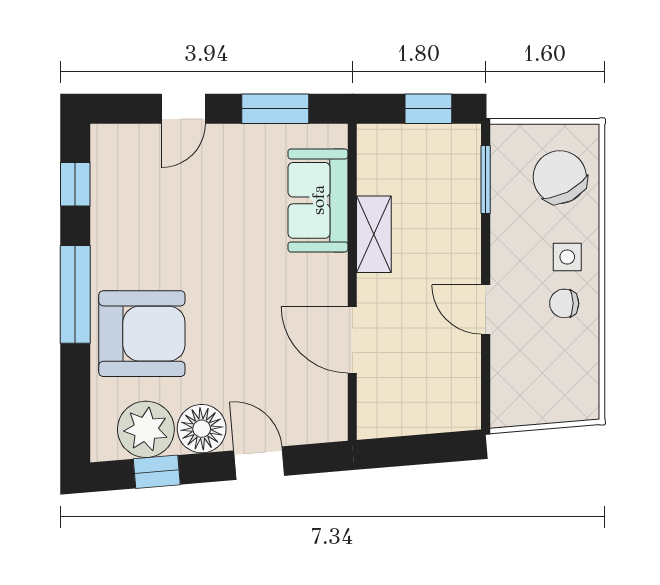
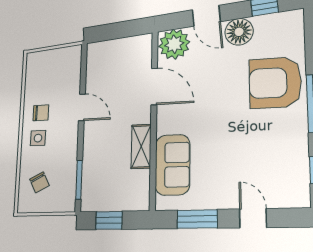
door: (183, 109) -> (253, 218), hinge flipped
chair: (560, 177) -> (39, 182), width x0.54, depth x0.54
plant: (146, 429) -> (174, 44), moved

